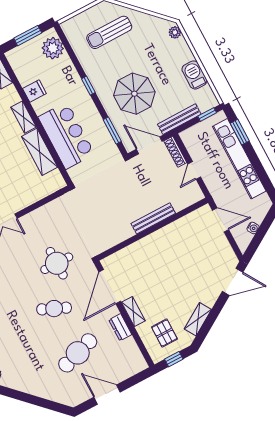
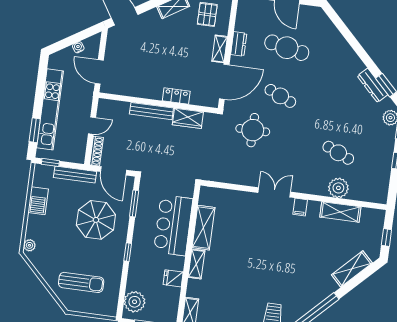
wardrobe: (118, 234) -> (188, 118), added
locker: (142, 246) -> (176, 96), added
cafe table: (78, 353) -> (287, 48), turned 30

